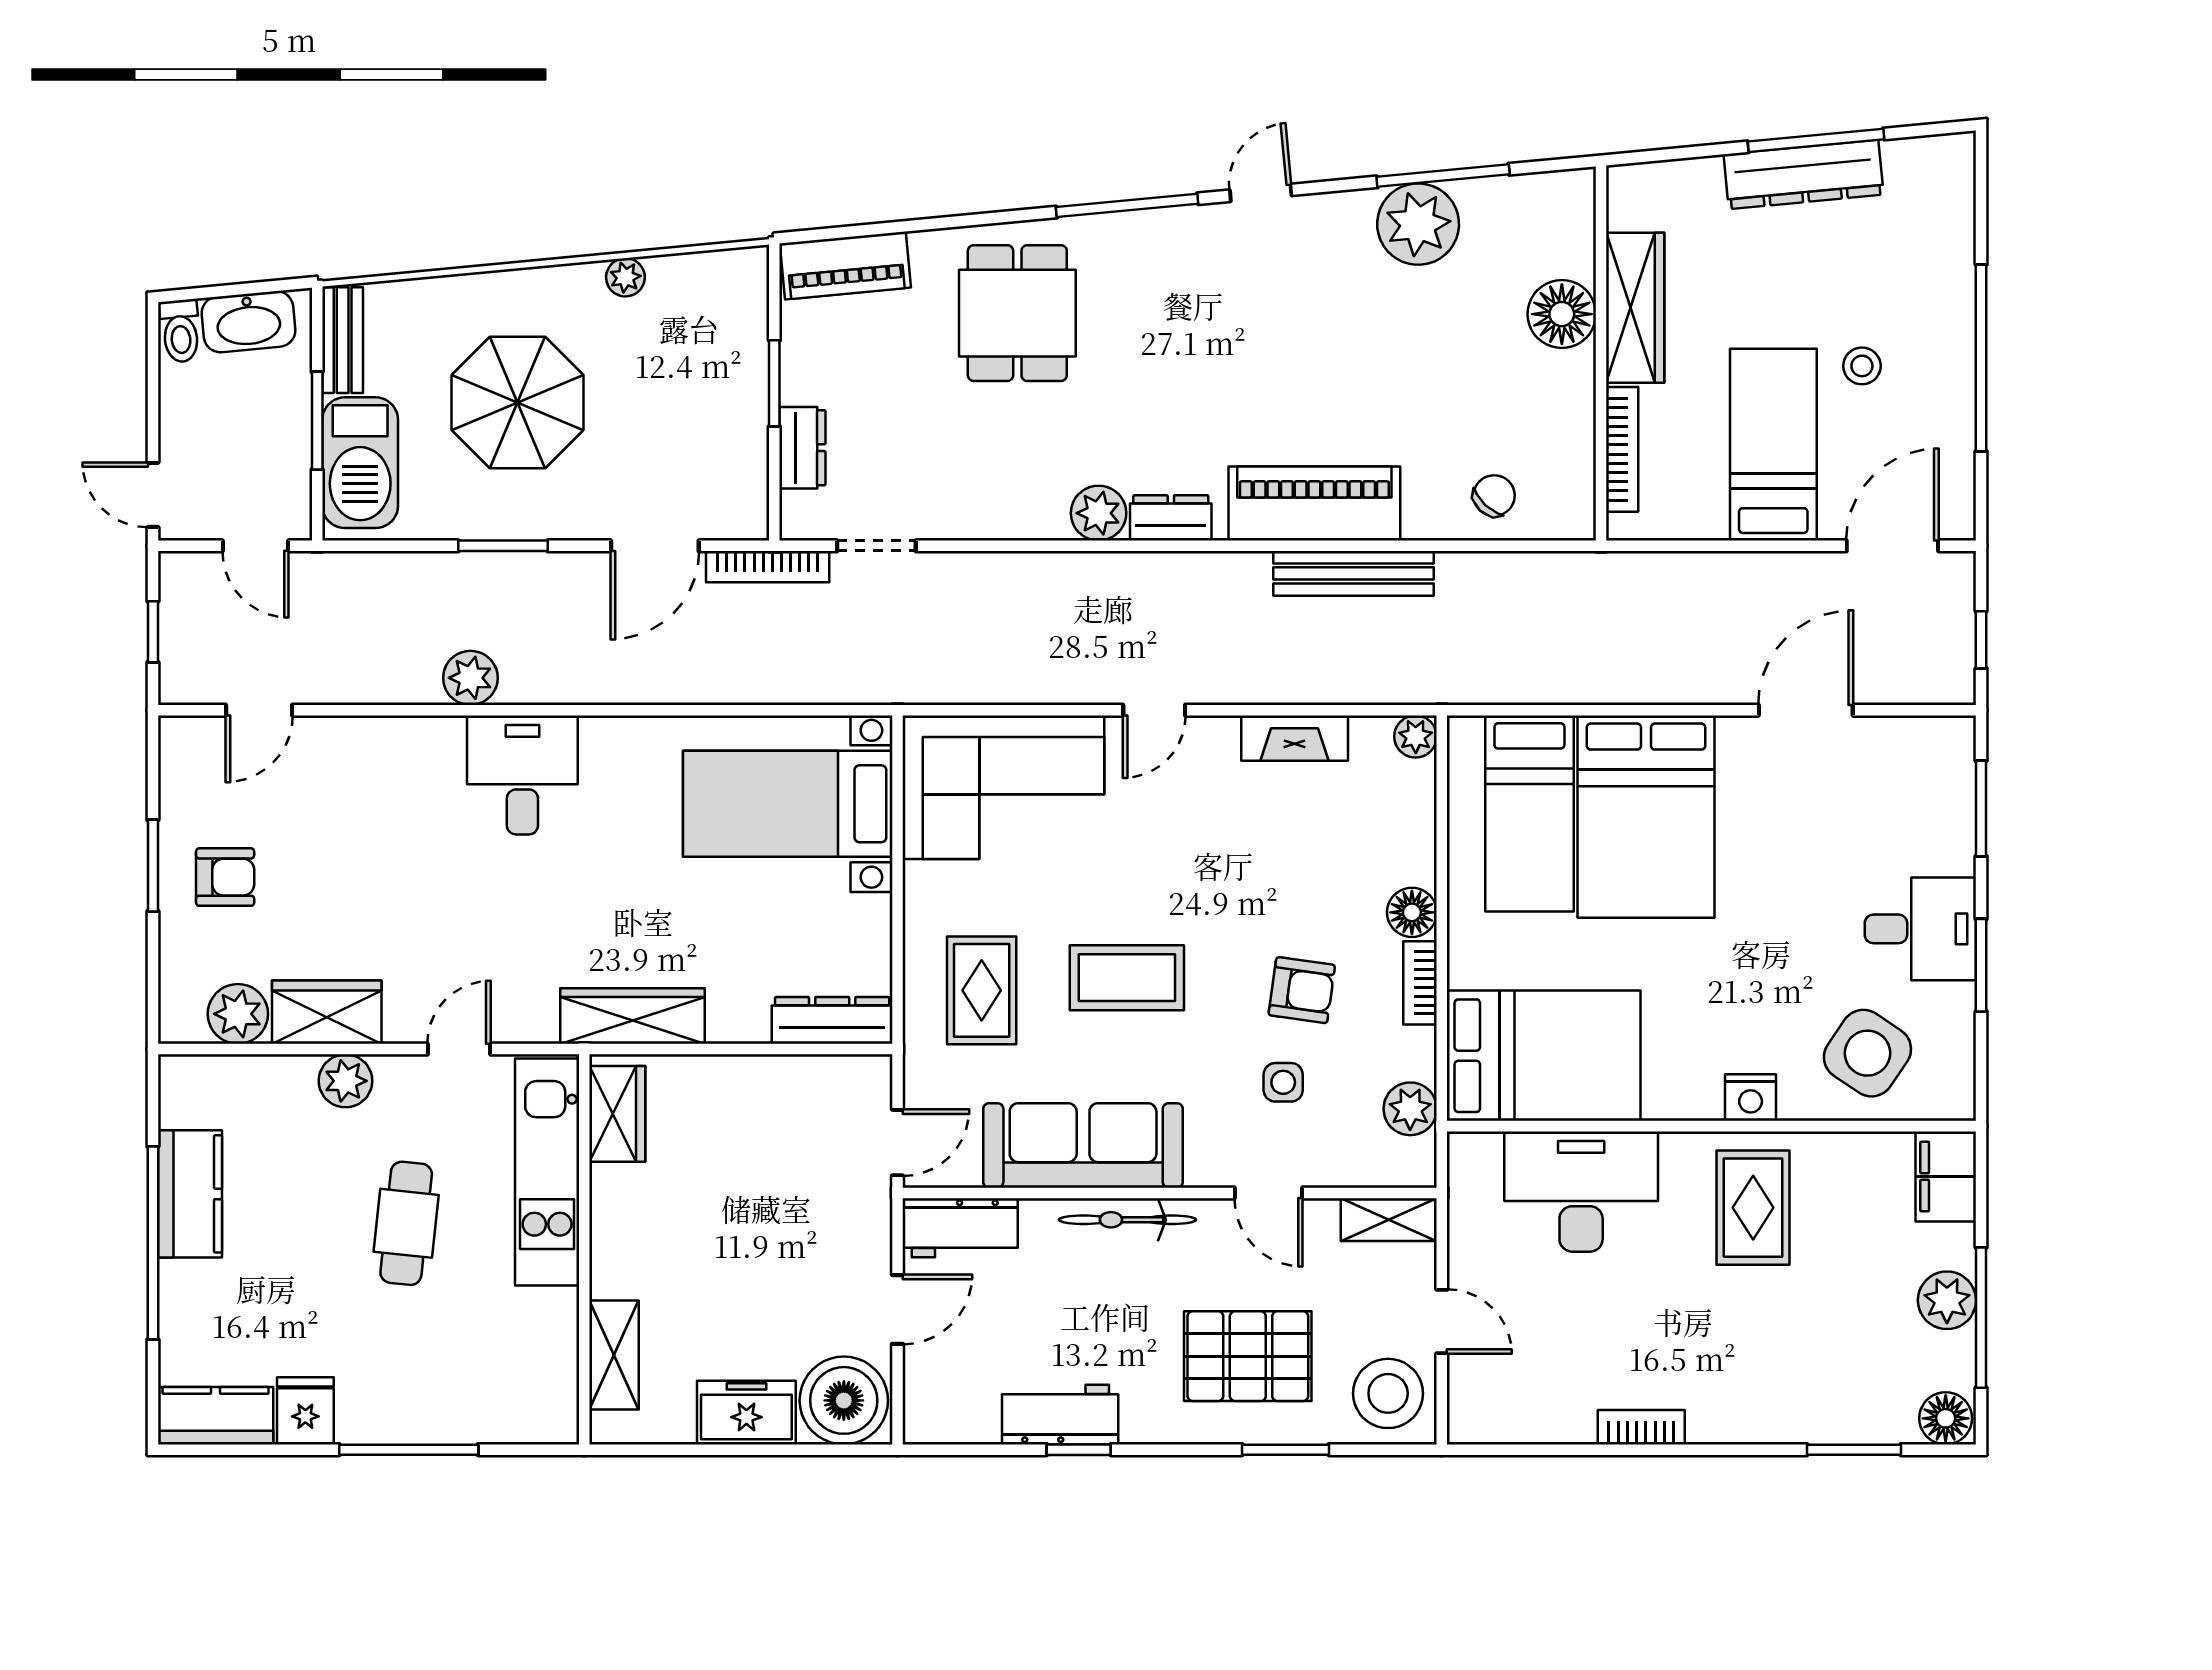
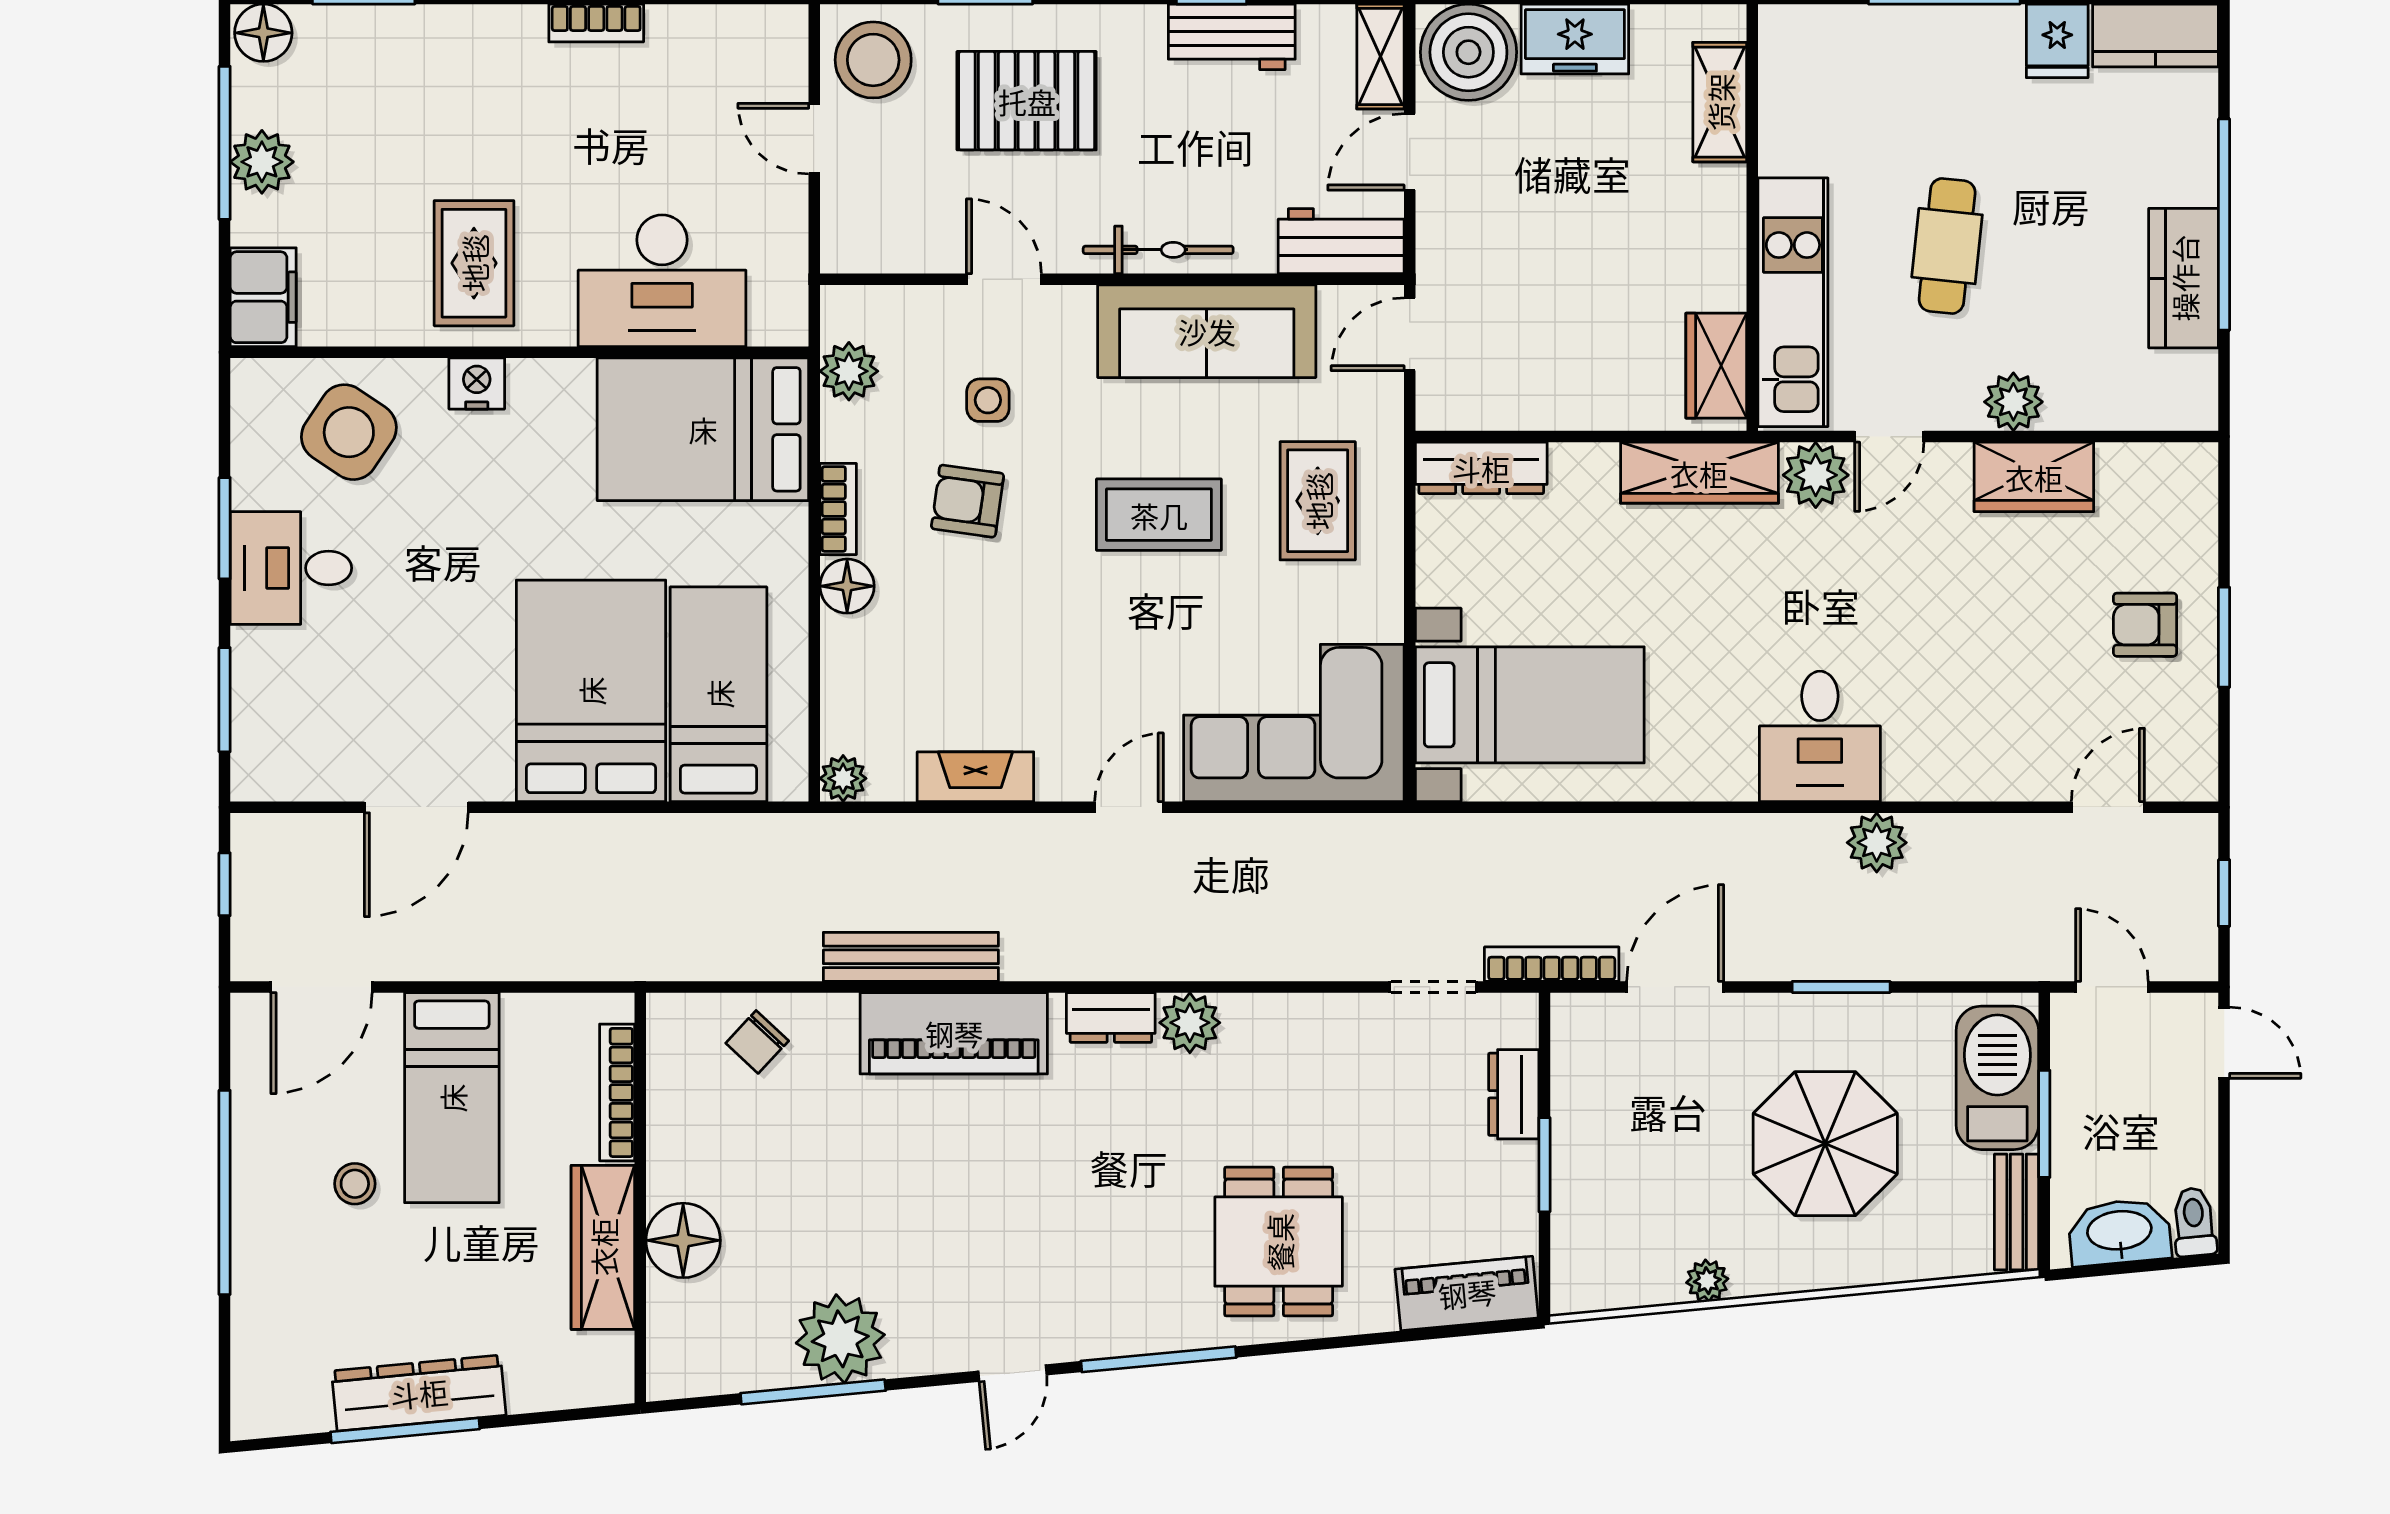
plant: (238, 1014) -> (1816, 475), moved
shelving: (1389, 1220) -> (1380, 57), moved, turned 90

